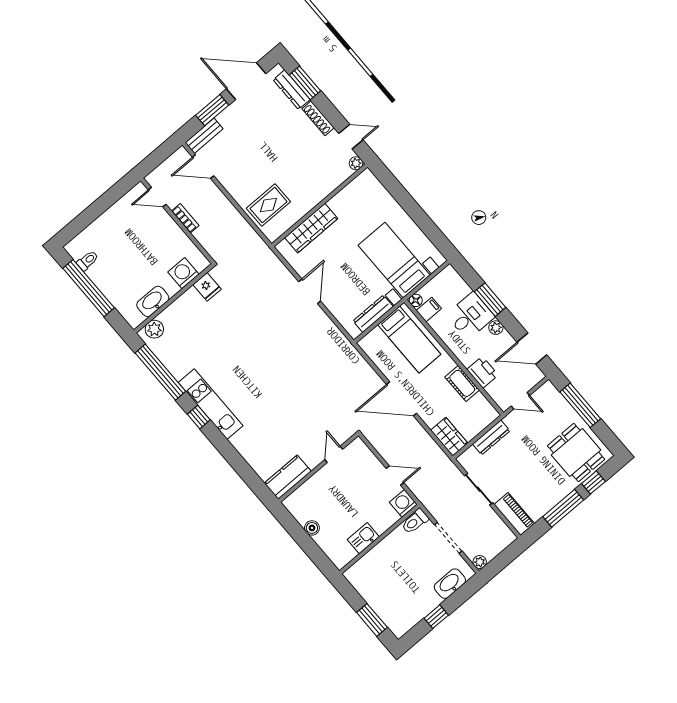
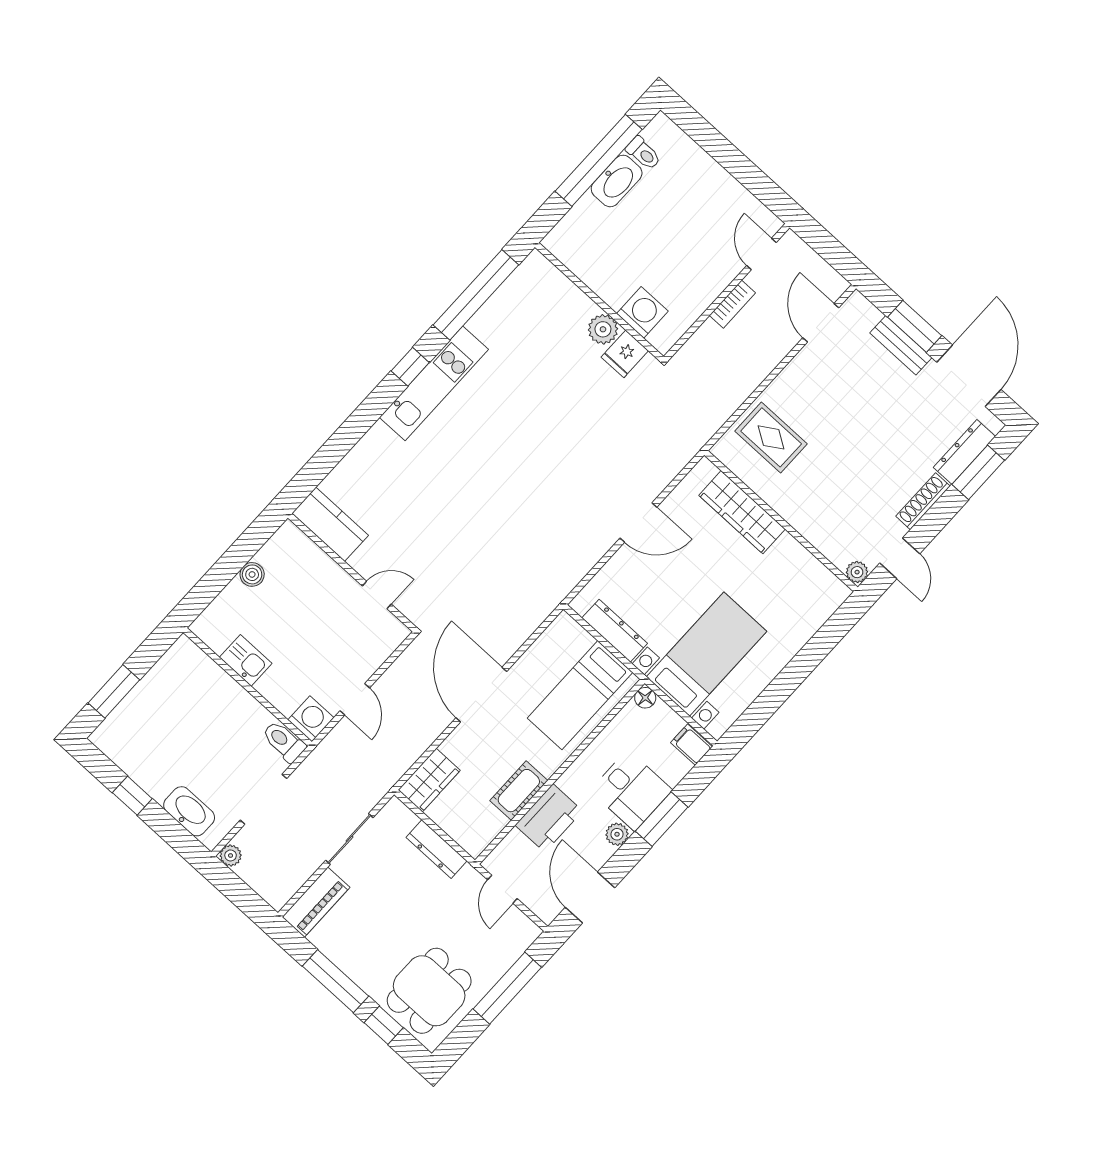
bench: (204, 136) -> (901, 345), moved
washbasin: (153, 301) -> (617, 181), moved, turned 90
filing cabinet: (429, 310) -> (691, 745), moved, turned 180
plant: (154, 329) -> (603, 329), moved
printer: (482, 372) -> (549, 818), width x1.37, depth x1.19

